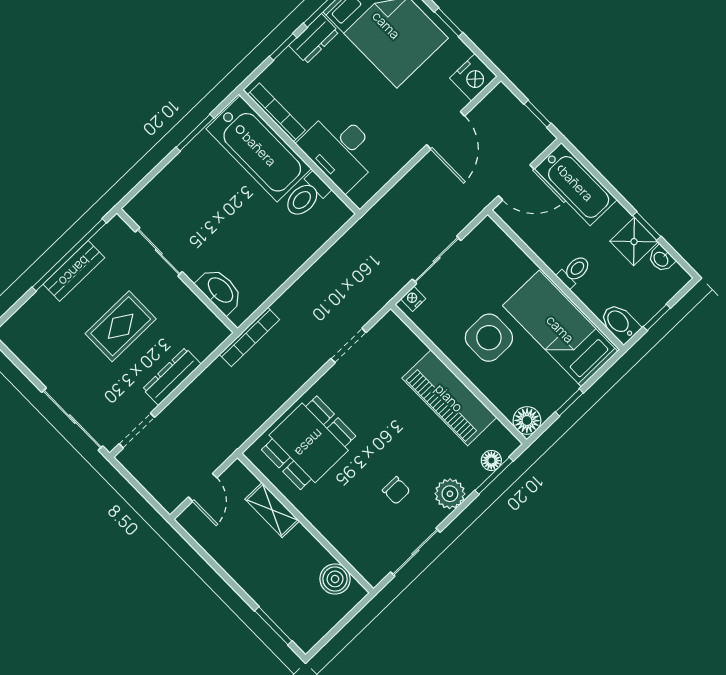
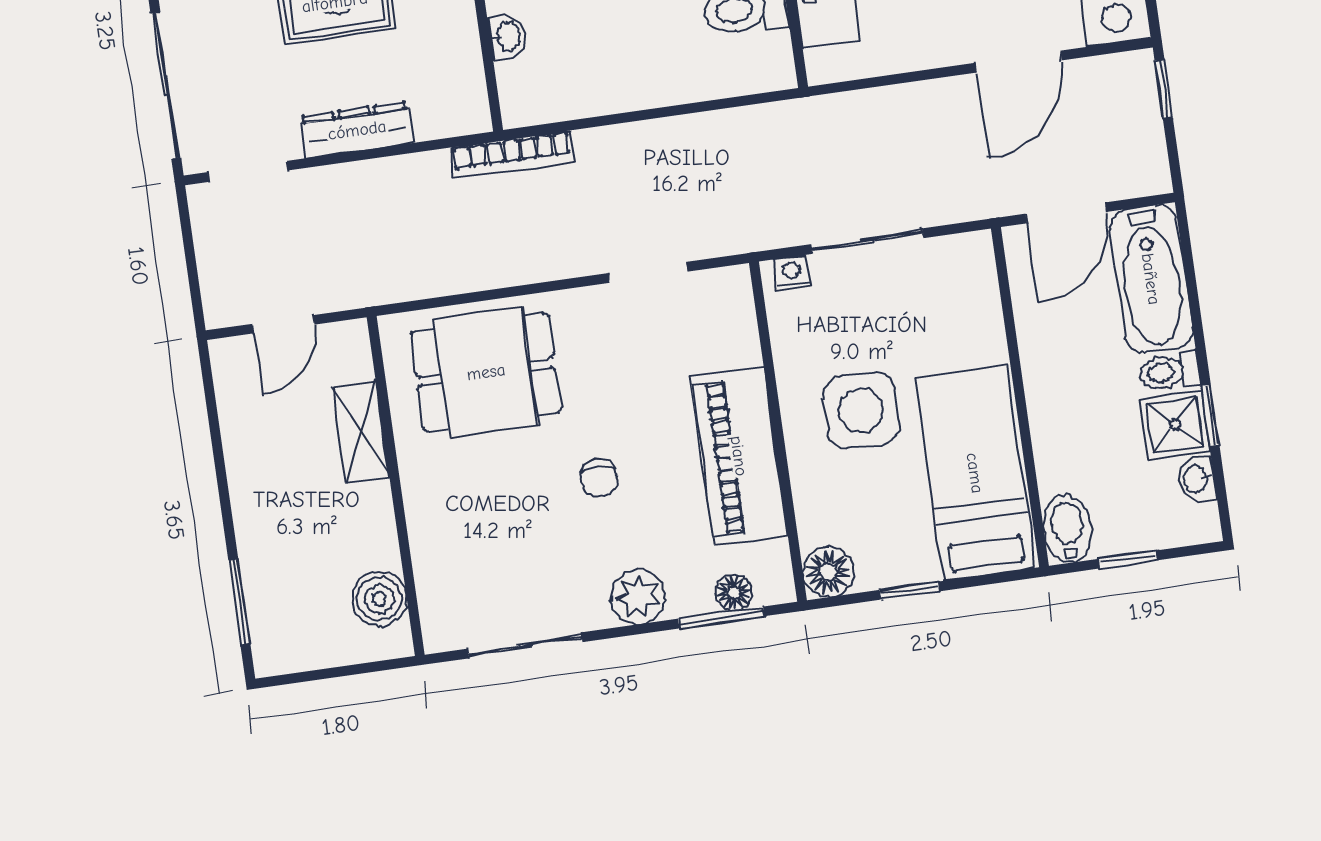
window: (538, 114) -> (1164, 89), moved
door: (516, 182) -> (1066, 213), hinge flipped
toilet: (574, 271) -> (1169, 372), moved, turned 180
washbasin: (220, 291) -> (508, 37), width x0.52, depth x0.69
chair: (396, 490) -> (599, 478), moved

